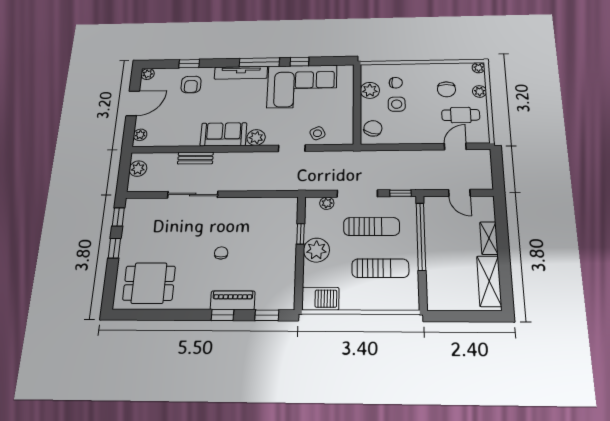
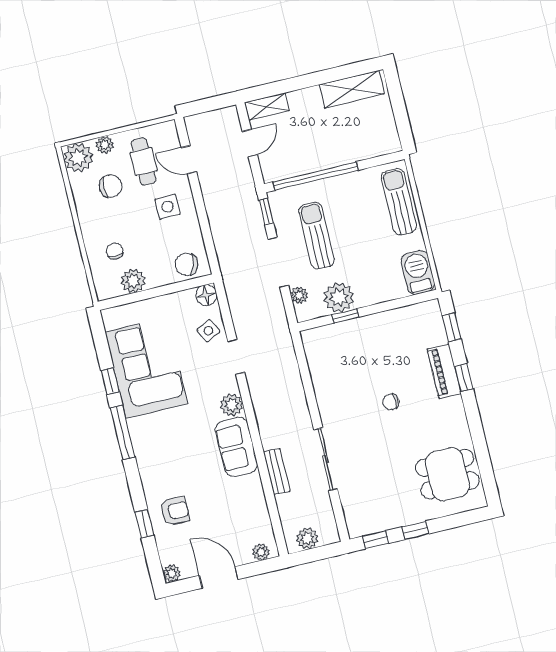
plant: (479, 68) -> (78, 158), width x1.88, depth x1.88
tv unit: (241, 73) -> (143, 452), removed
side table: (397, 104) -> (168, 207), moved
floor lamp: (345, 137) -> (206, 295), added
shelving: (489, 238) -> (267, 107), moved
plant: (316, 250) -> (339, 297), moved
sun lounger: (380, 268) -> (399, 202), moved
dining table: (149, 283) -> (447, 474), turned 90

